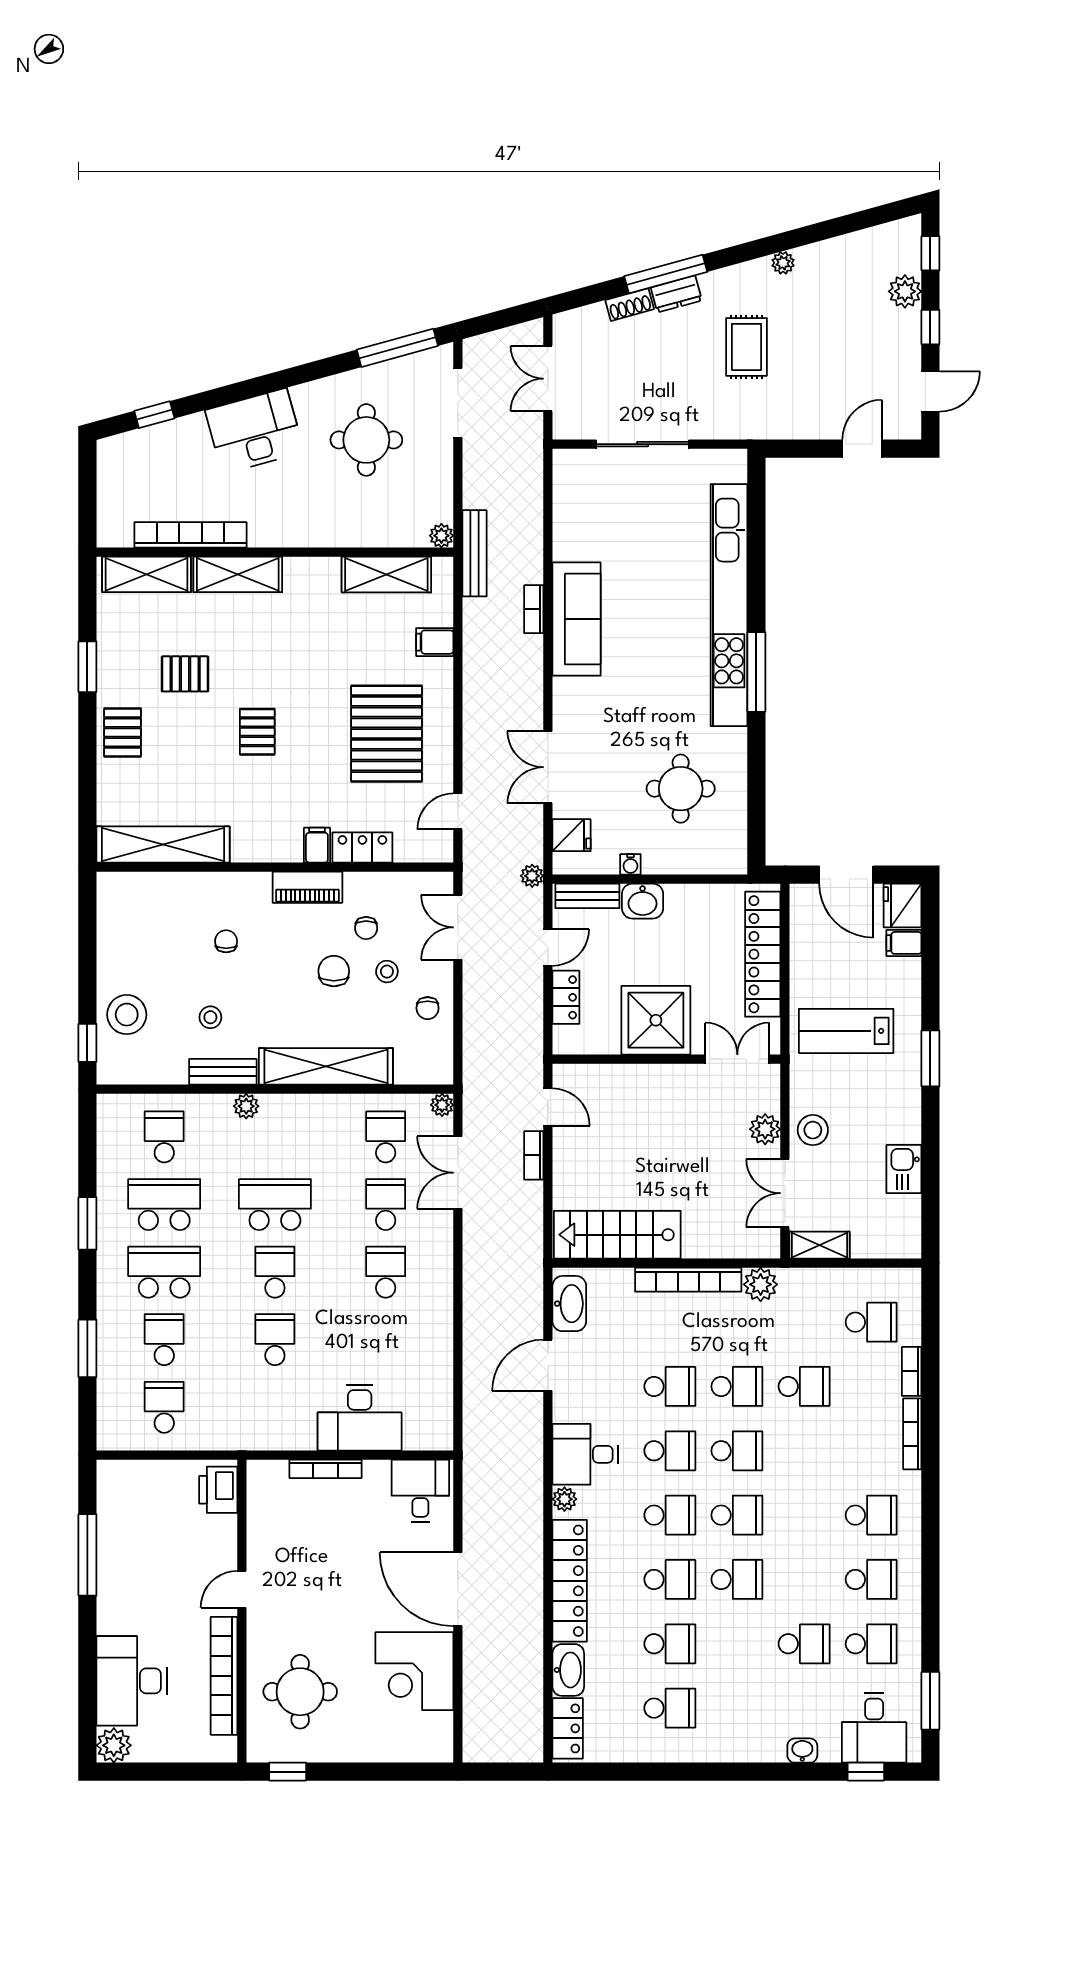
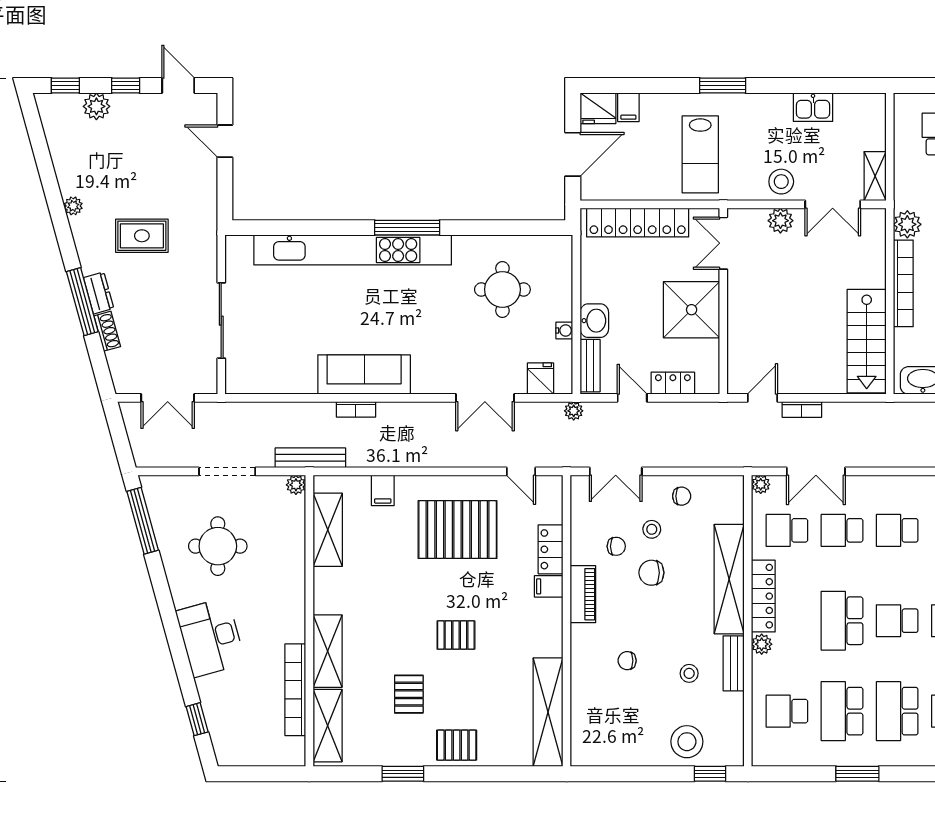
doorway: (458, 403) -> (227, 471), moved
locker: (305, 1108) -> (763, 596), added

